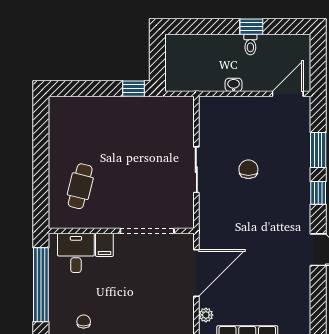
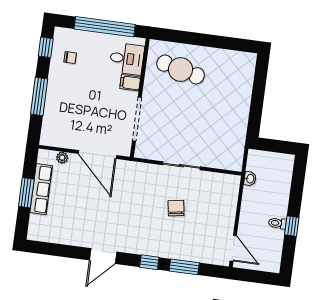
washbasin: (234, 85) -> (250, 179), moved
window: (133, 89) -> (254, 123), removed
chair: (248, 169) -> (176, 208), turned -99
cafe table: (80, 186) -> (181, 69), width x1.37, depth x1.35

